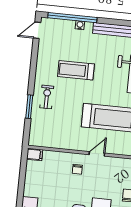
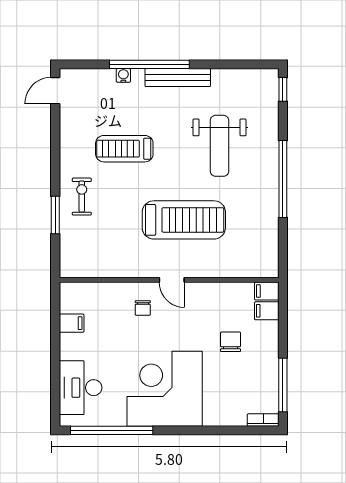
window: (72, 18) -> (149, 64), moved
filing cabinet: (35, 154) -> (72, 323), moved
door: (97, 154) -> (172, 280), swing flipped

